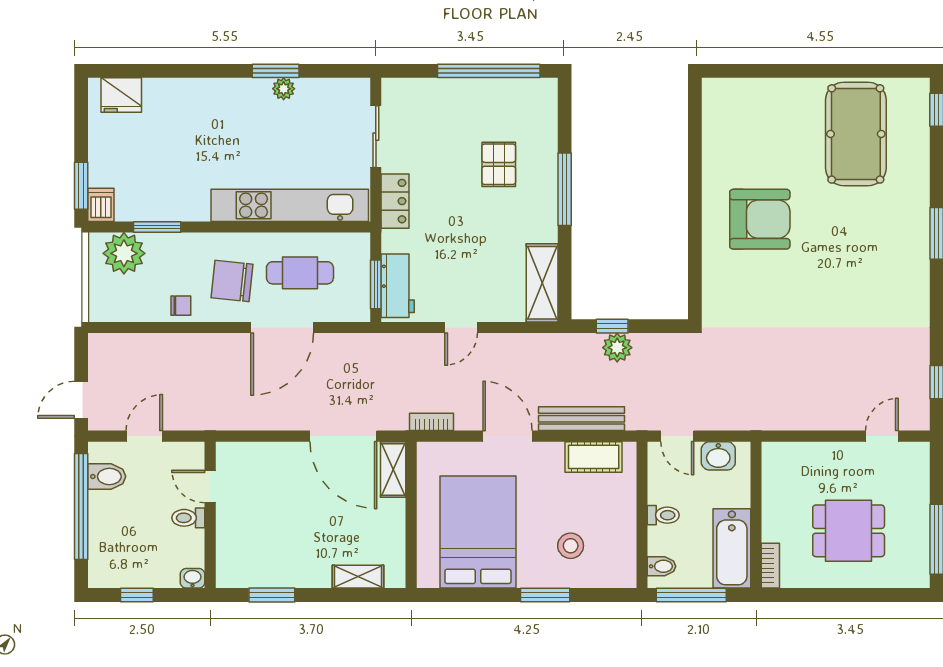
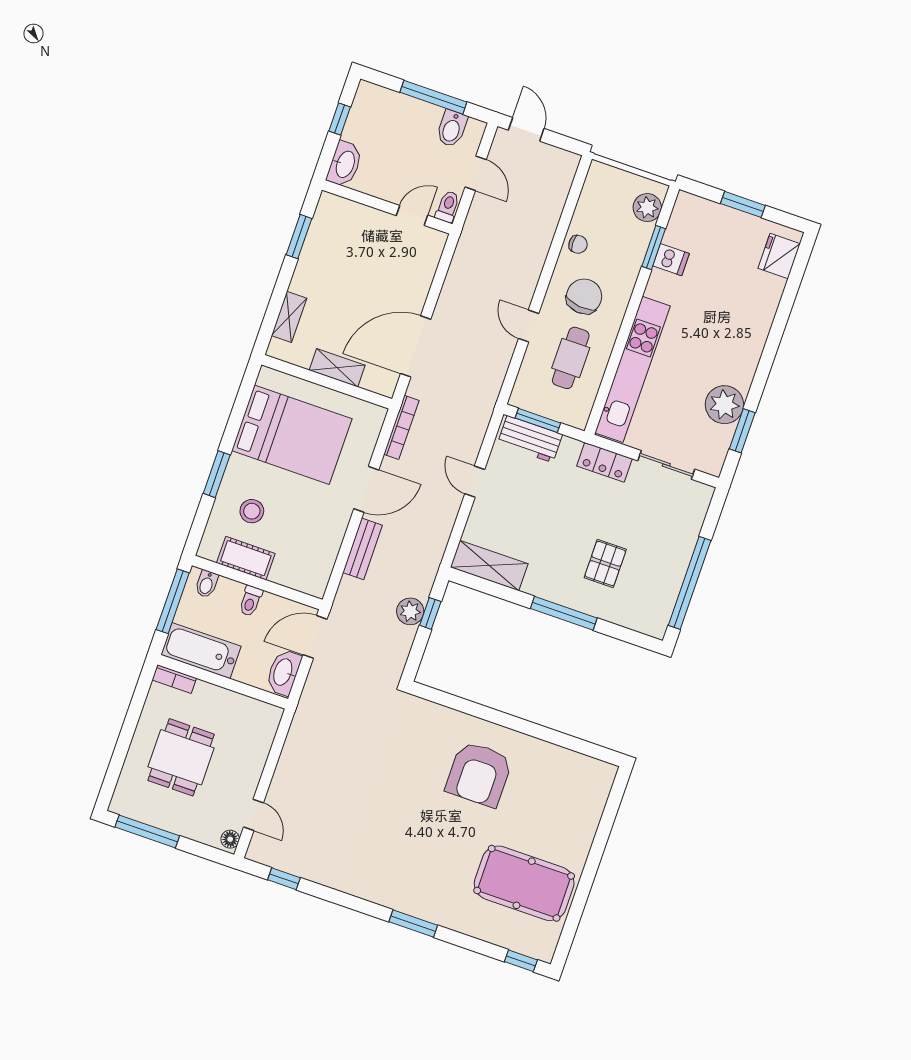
window: (276, 71) -> (742, 431), moved
plant: (284, 89) -> (724, 405), width x1.88, depth x1.88
pallet: (499, 164) -> (605, 563), turned 90
window: (81, 186) -> (743, 204), moved
dishwasher: (101, 205) -> (671, 260), moved
plant: (124, 253) -> (647, 208), width x0.73, depth x0.73
chair: (181, 306) -> (578, 244), turned -90
door: (282, 327) -> (529, 326), width x0.53
bench: (581, 419) -> (363, 549), width x0.73
bookcase: (432, 422) -> (401, 427), width x1.56
door: (677, 436) -> (315, 637), width x1.38
floor lamp: (915, 451) -> (230, 839), added
washbasin: (718, 456) -> (284, 672), width x1.38
cot: (594, 457) -> (246, 558), moved, turned 90
shelving: (393, 469) -> (337, 368), moved
window: (81, 507) -> (433, 97), width x0.68
toilet: (188, 518) -> (448, 207), moved
washbasin: (193, 578) -> (345, 164), width x1.91, depth x1.45

